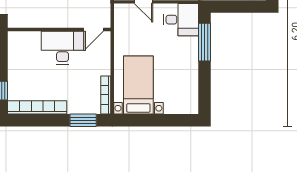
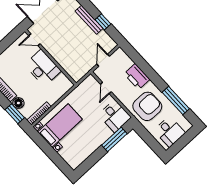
door: (94, 29) -> (34, 40), moved
floor lamp: (76, 106) -> (18, 103), added

